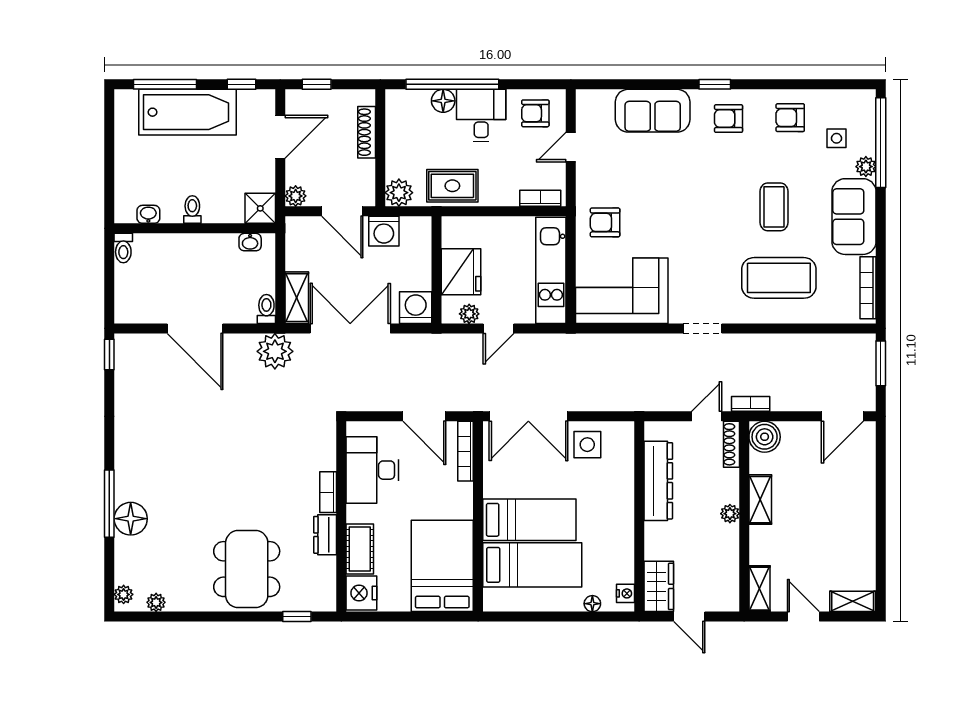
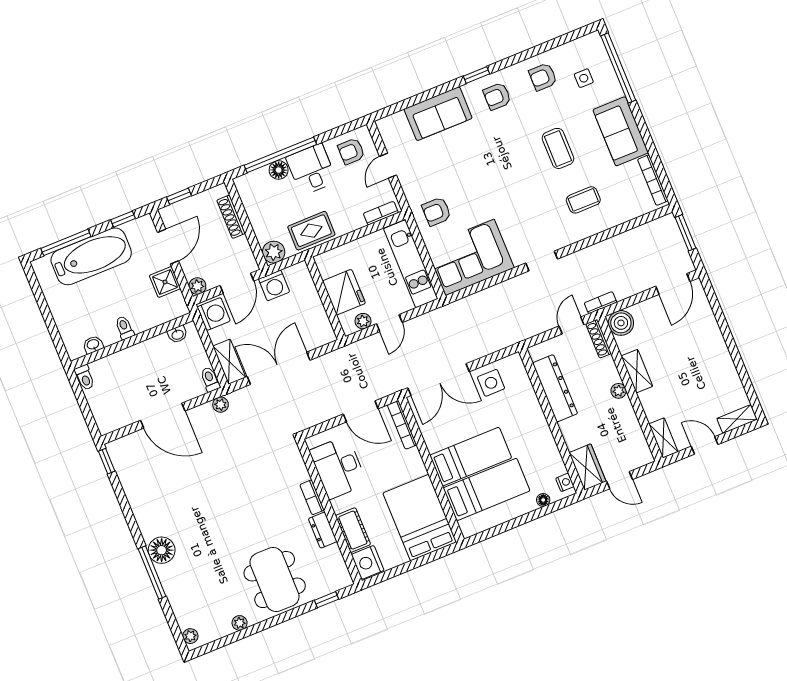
plant: (866, 167) -> (614, 90), removed
shower: (260, 208) -> (165, 282), moved
door: (342, 211) -> (237, 283), hinge flipped
coffee table: (779, 278) -> (583, 200), width x0.54, depth x0.58
washing machine: (416, 308) -> (214, 314), moved, turned 90
plant: (275, 351) -> (221, 405), width x0.53, depth x0.53
floor lamp: (131, 519) -> (162, 550), moved
plant: (156, 602) -> (240, 623), moved

